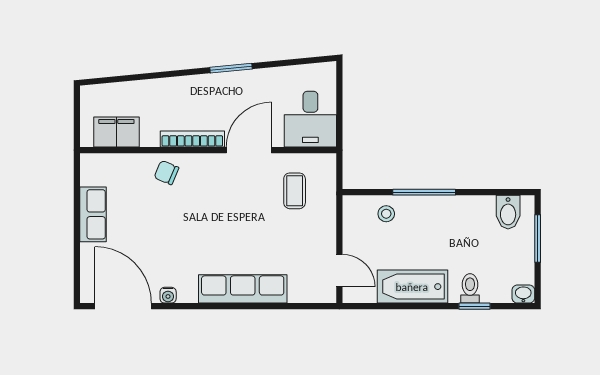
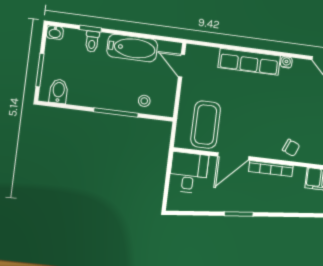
coffee table: (295, 191) -> (206, 125), width x1.86, depth x1.72
water cooler: (168, 295) -> (286, 62), moved

